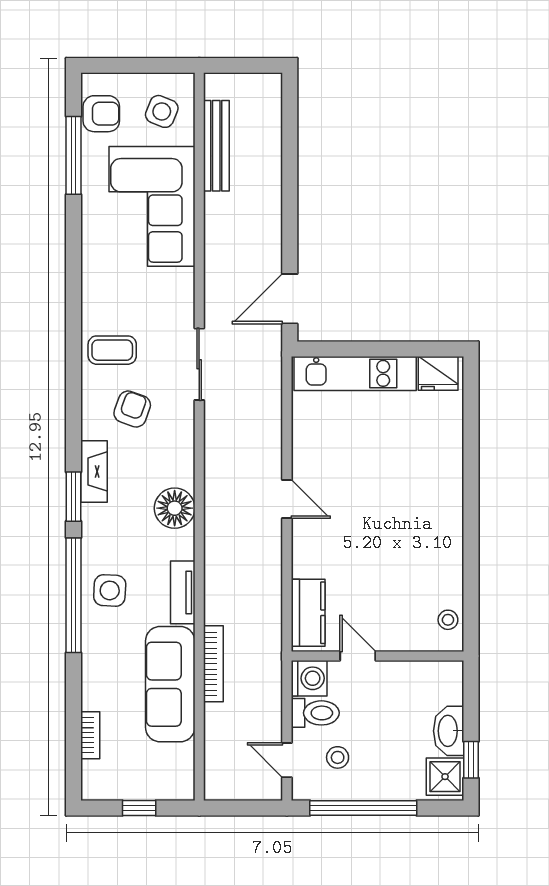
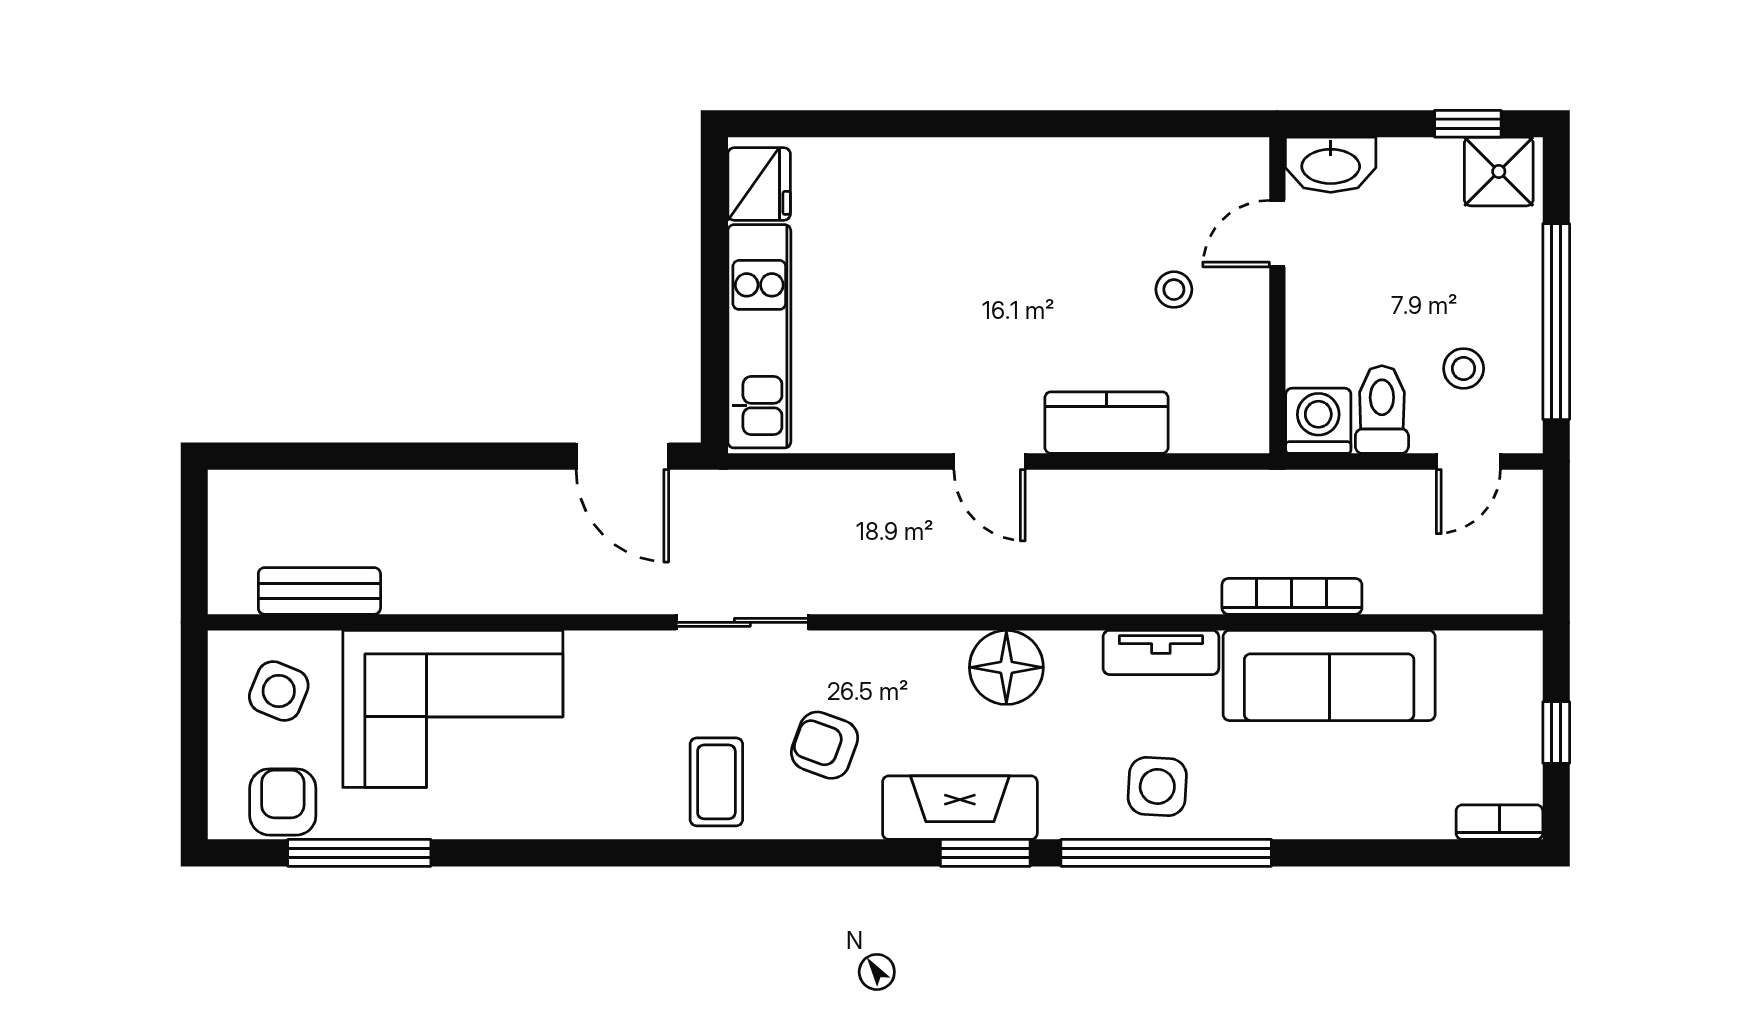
bench: (216, 146) -> (319, 591), width x0.73
fireplace: (94, 471) -> (960, 808), width x1.37, depth x1.32
door: (287, 499) -> (990, 461), swing flipped
kitchen counter: (308, 613) -> (1107, 423), moved
stool: (448, 620) -> (1174, 290), moved
door: (358, 656) -> (1277, 234), moved
washbasin: (449, 731) -> (1331, 165), moved
bookcase: (90, 735) -> (1499, 822), moved

